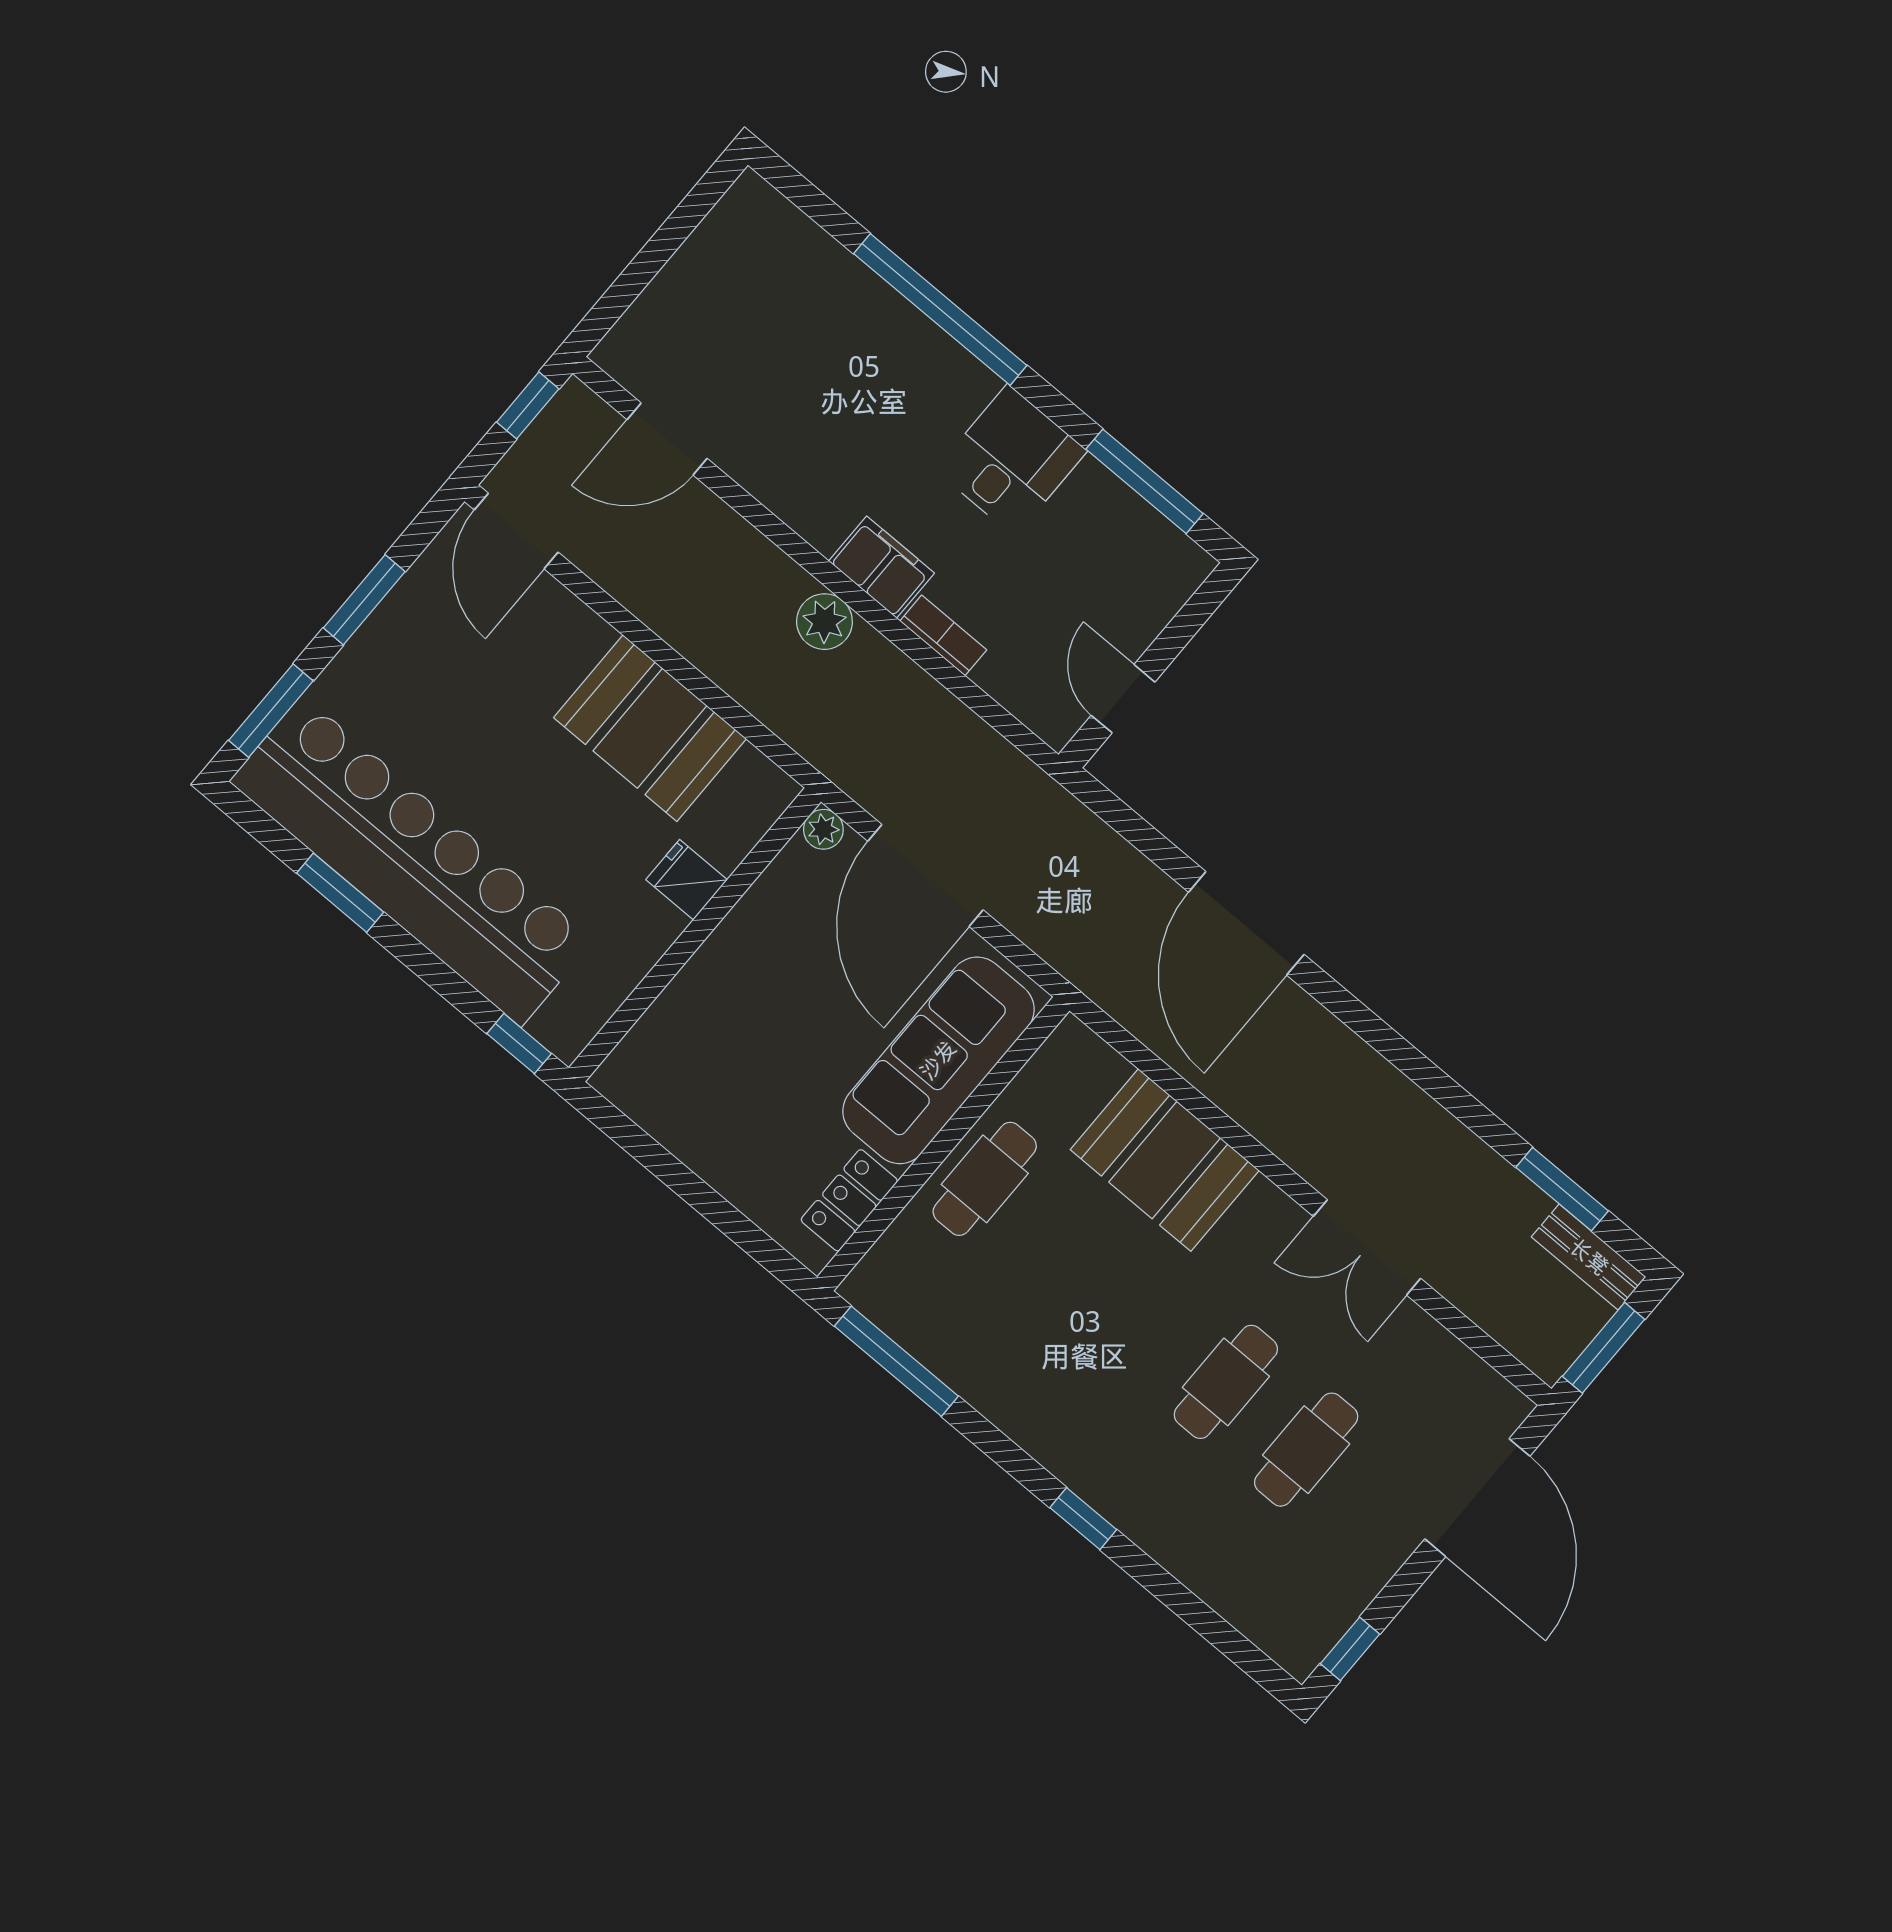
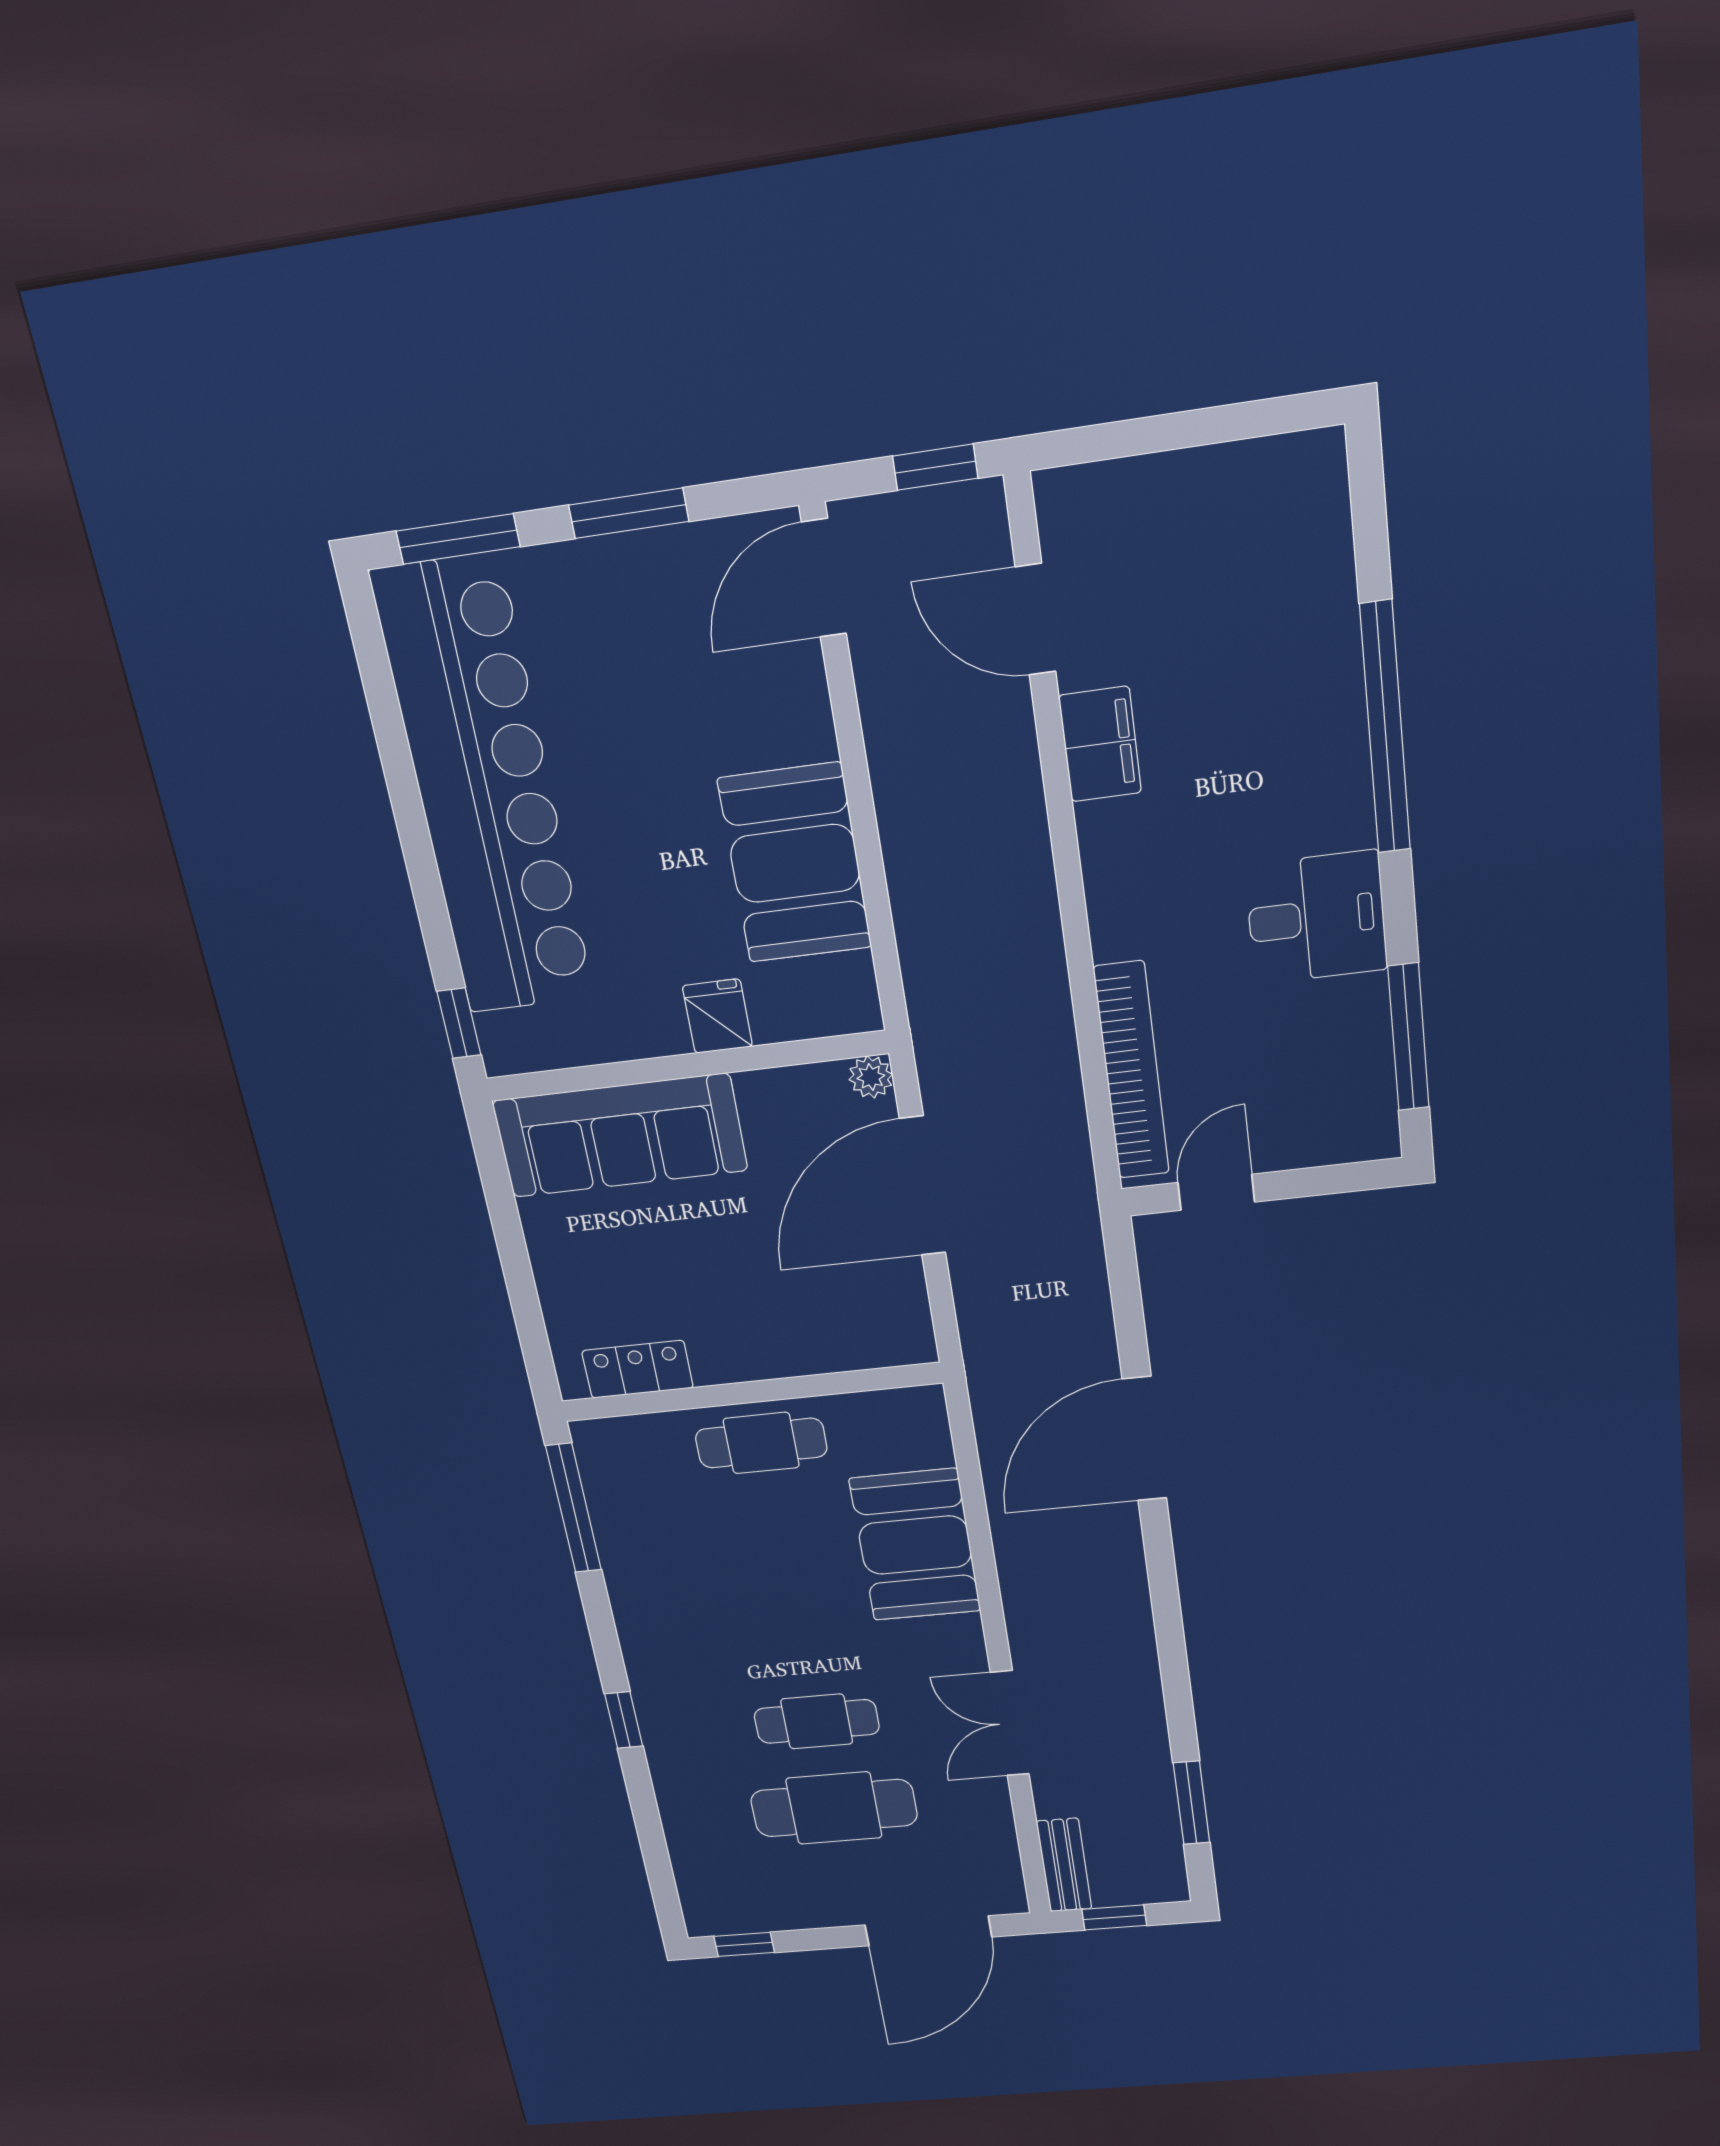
filing cabinet: (882, 567) -> (1100, 744), moved
plant: (824, 622) -> (1028, 909), removed
bookcase: (943, 635) -> (1132, 1071), width x2.31, depth x1.31
window: (340, 893) -> (397, 761), removed
sofa: (938, 1060) -> (620, 1136), moved, turned 180
bench: (1589, 1257) -> (1064, 1865), moved
window: (1603, 1348) -> (1114, 1917), width x0.67
cafe table: (1306, 1450) -> (834, 1808), width x1.37, depth x1.35

